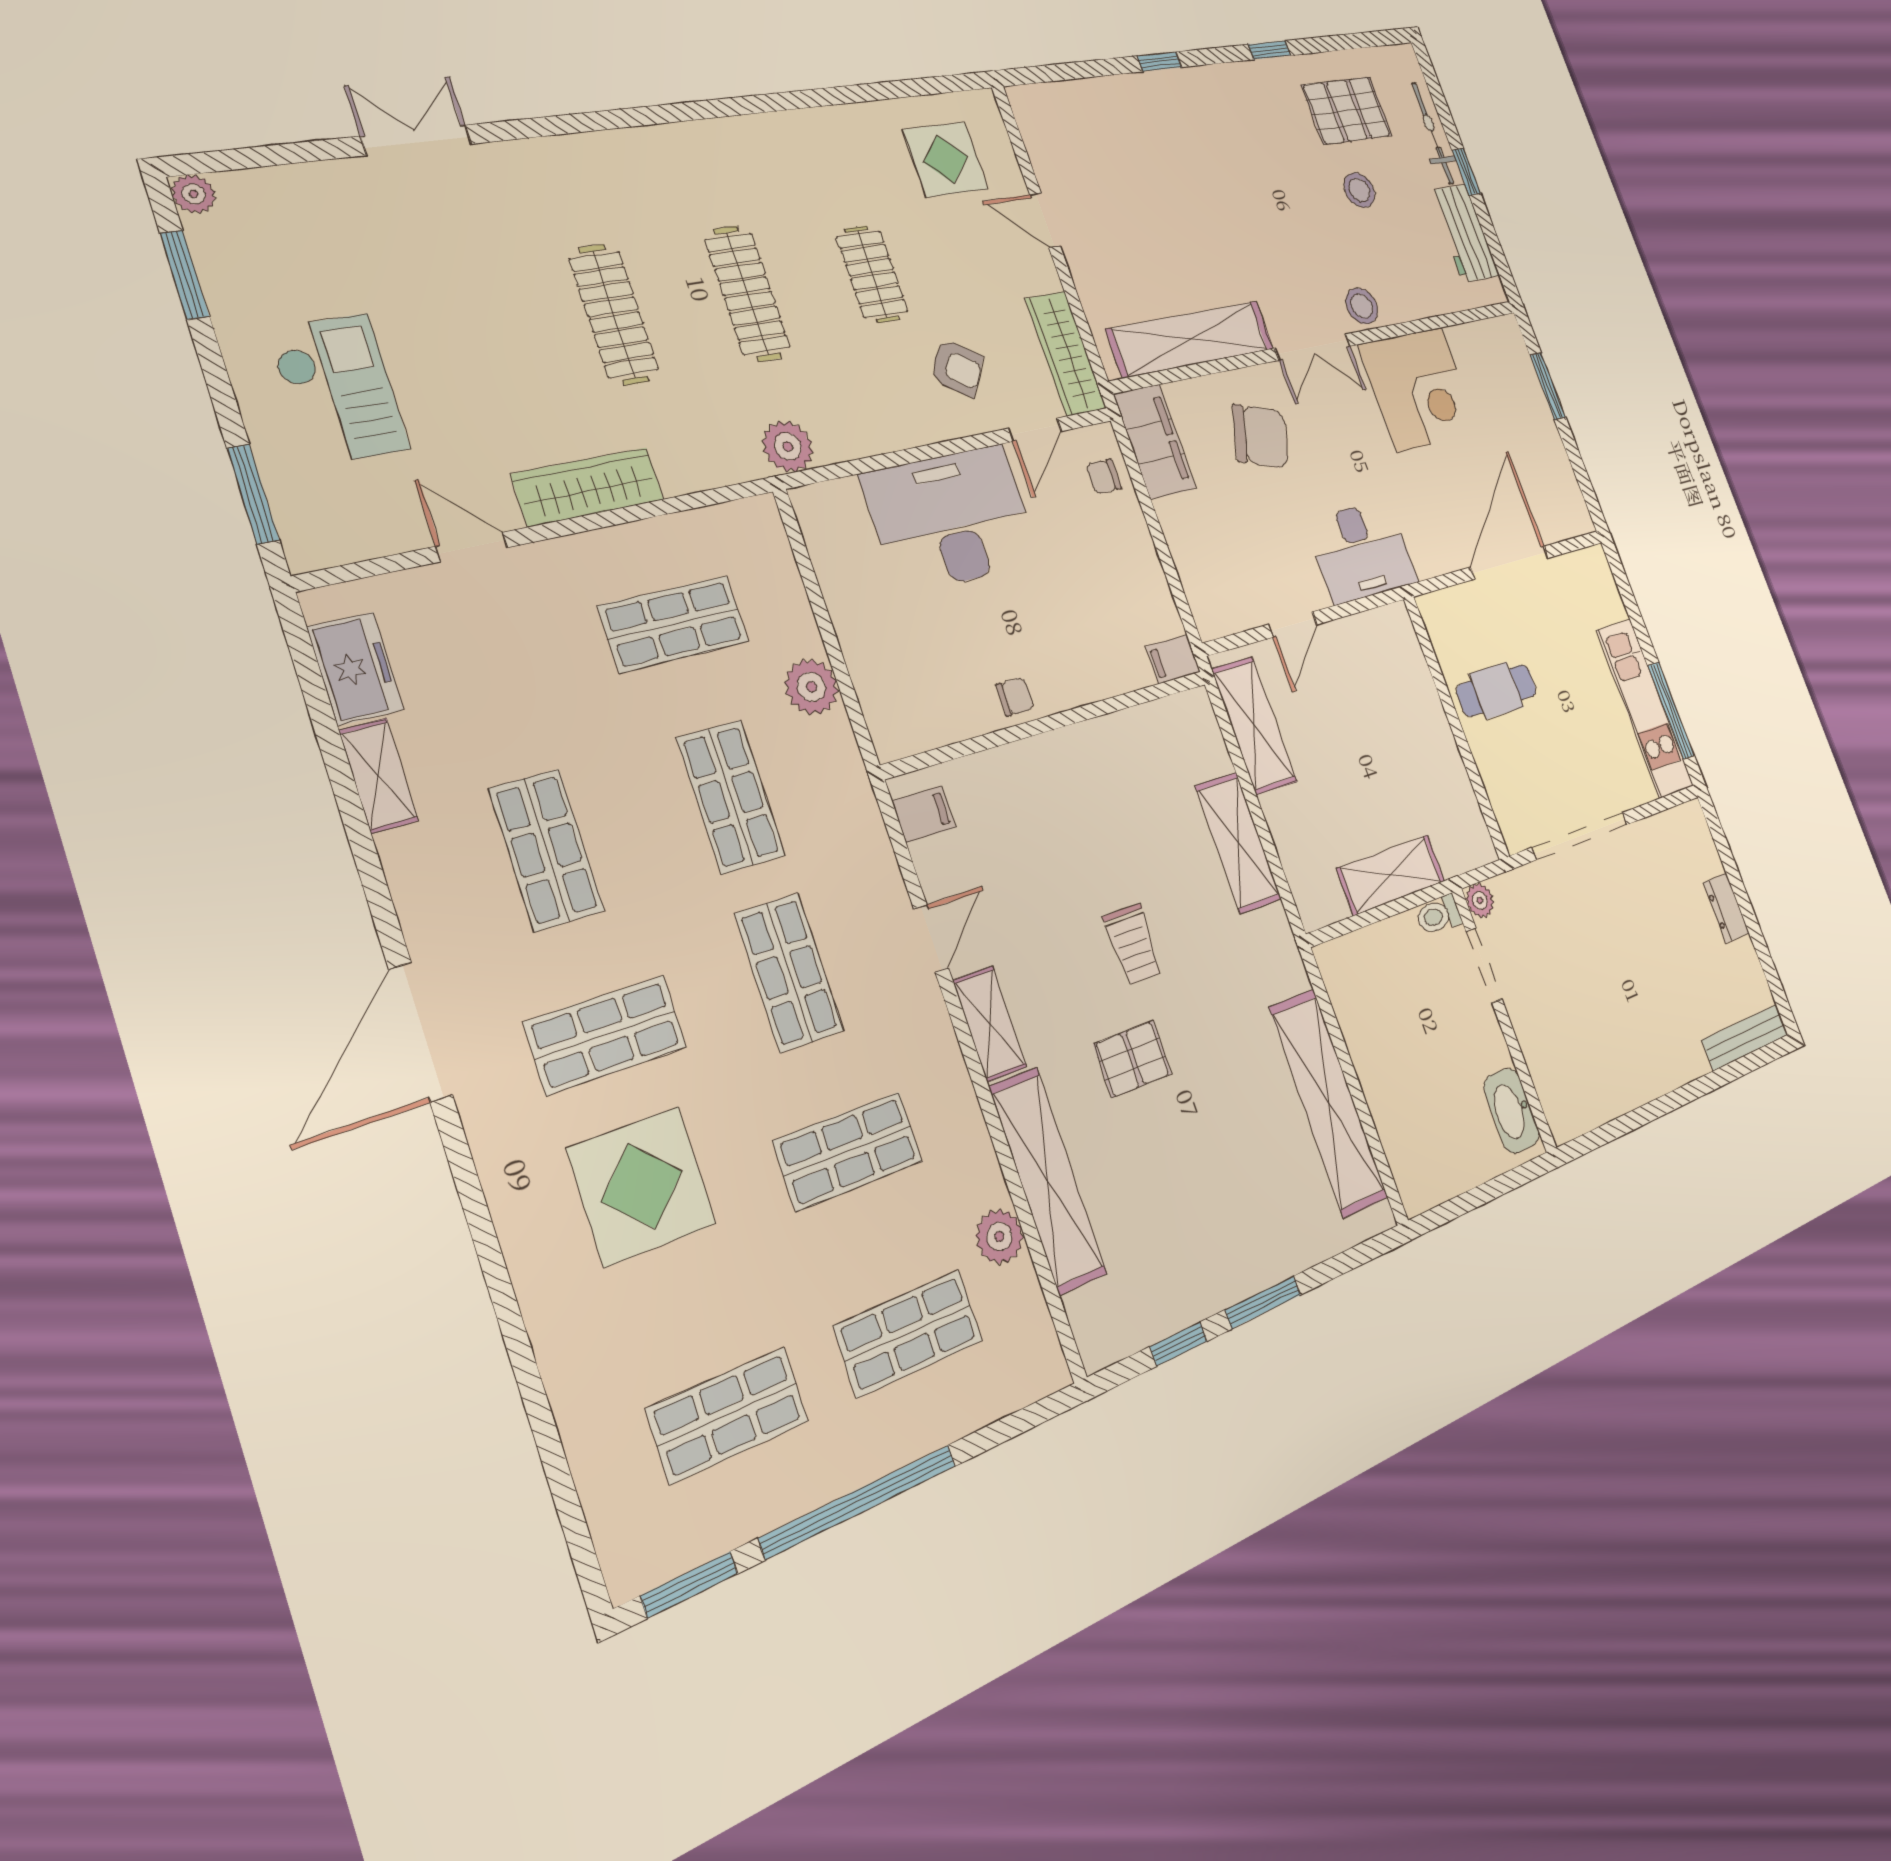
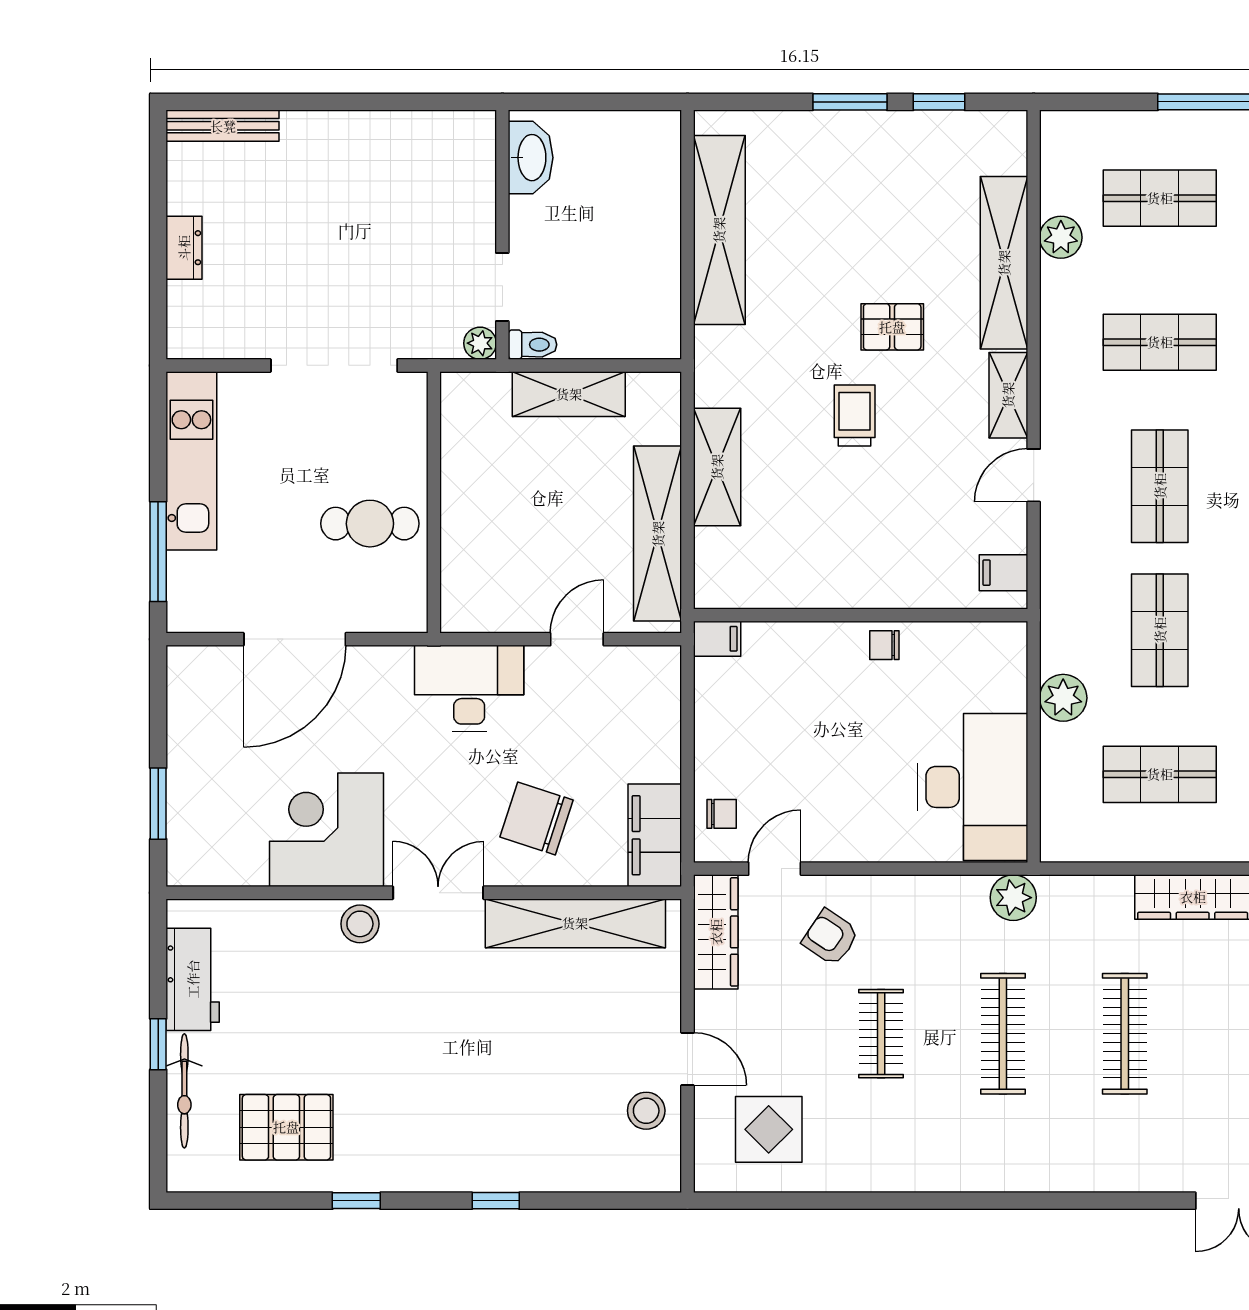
stool: (1359, 190) -> (646, 1111), moved
desk: (952, 518) -> (972, 787), moved, turned -90
window: (1671, 710) -> (158, 552), moved
shelving: (1254, 725) -> (658, 534), width x1.47

